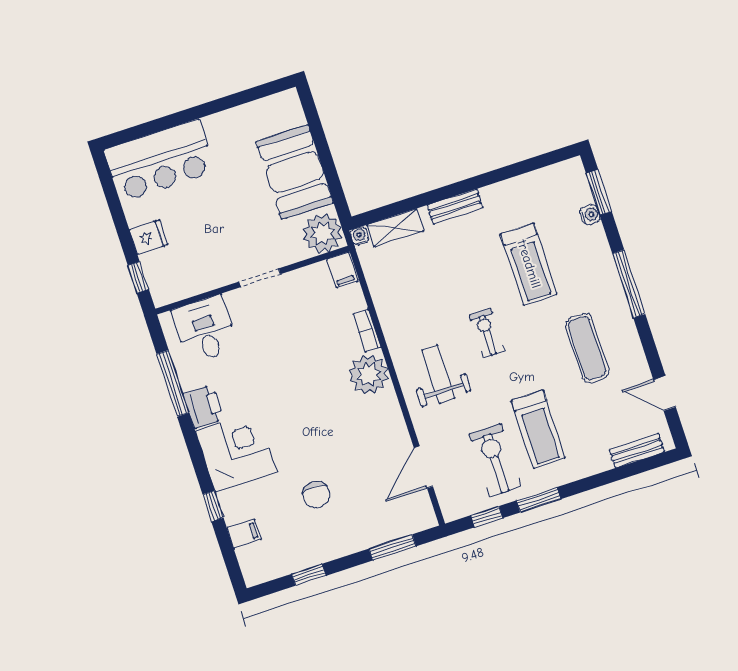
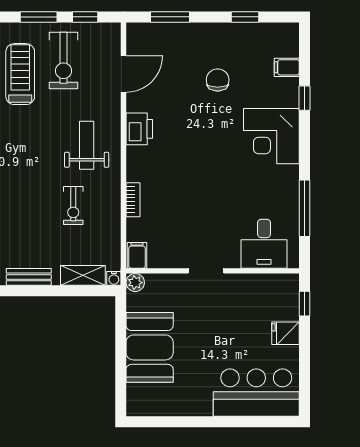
plant: (323, 233) -> (135, 283), width x0.53, depth x0.53
exercise bike: (487, 333) -> (73, 205), moved
plant: (369, 374) -> (143, 164), removed
weight bench: (438, 374) -> (87, 145), turned 180
printer: (203, 407) -> (139, 129), moved, turned 180

